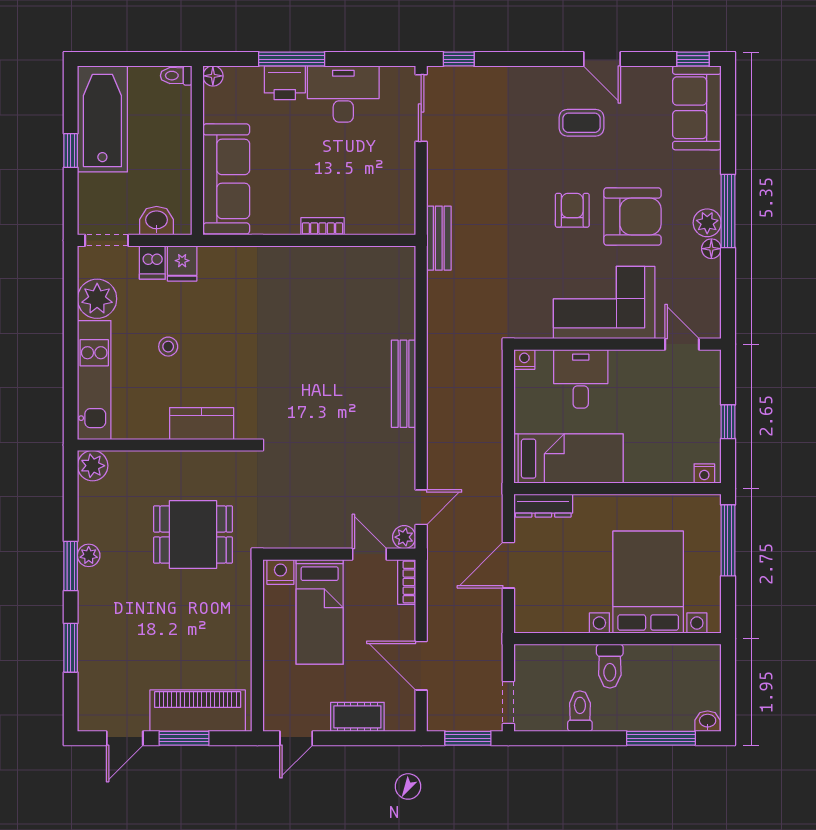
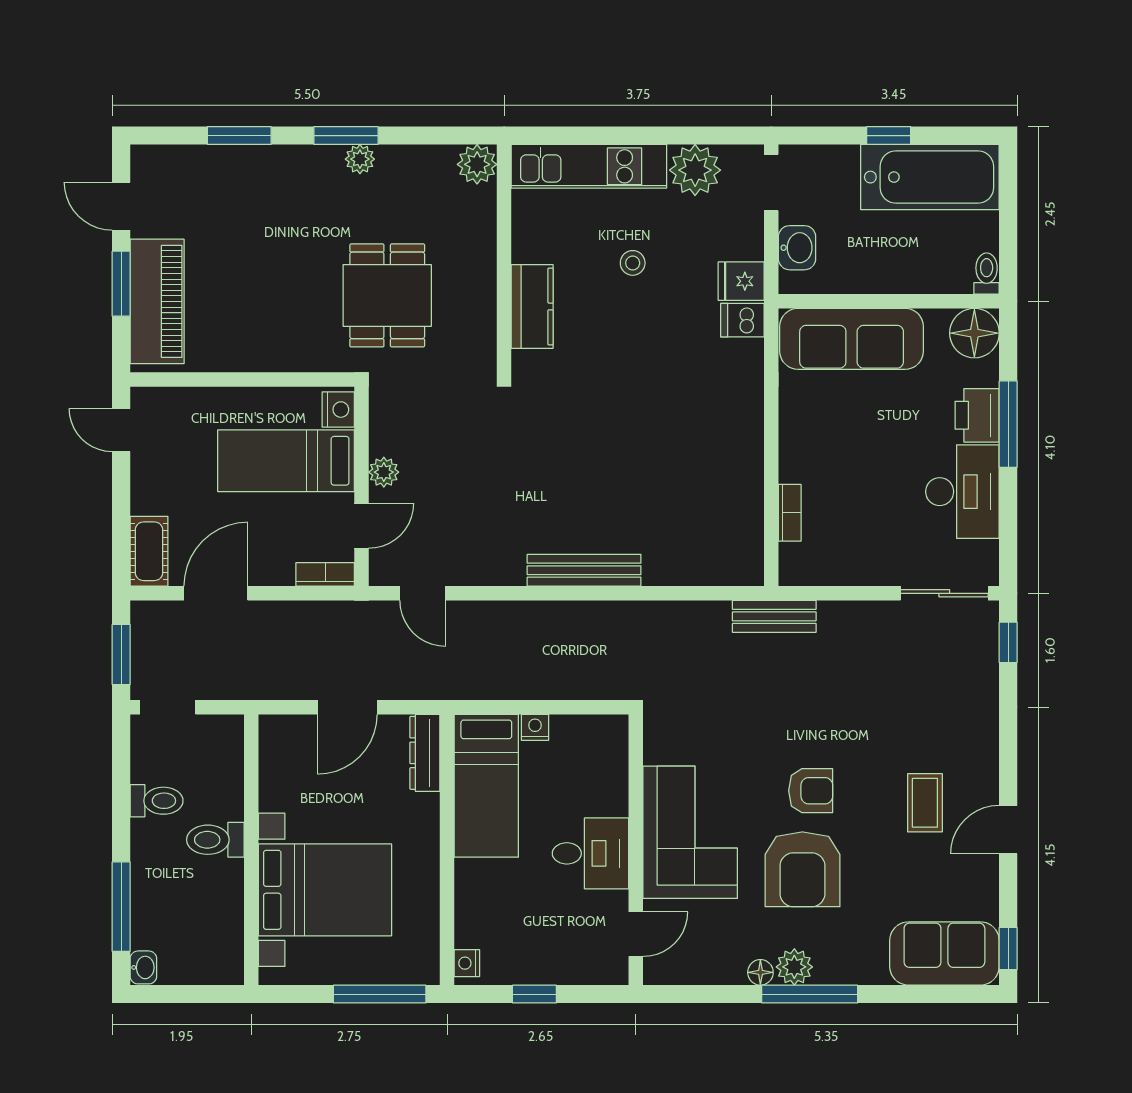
floor lamp: (213, 76) -> (974, 333), width x1.89, depth x1.89
bookcase: (322, 226) -> (790, 513), moved
dishwasher: (152, 263) -> (742, 320), moved
nightstand: (524, 359) -> (535, 727), moved, turned -90
desk: (581, 379) -> (591, 853), moved
plant: (404, 537) -> (384, 472), moved
door: (508, 565) -> (347, 707), swing flipped
cot: (357, 717) -> (149, 551), moved

